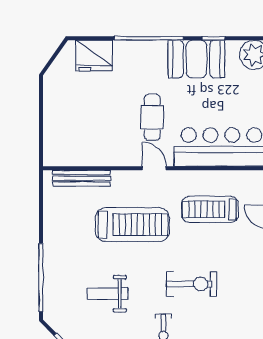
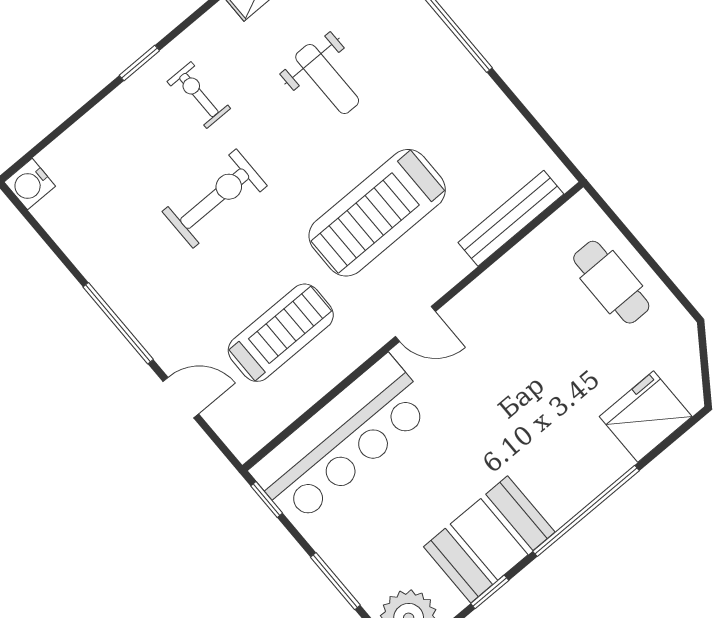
cafe table: (152, 117) -> (611, 282), moved
exercise bike: (192, 284) -> (215, 199), turned 180
weight bench: (108, 294) -> (327, 79), turned 90

